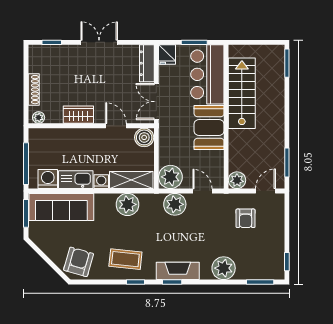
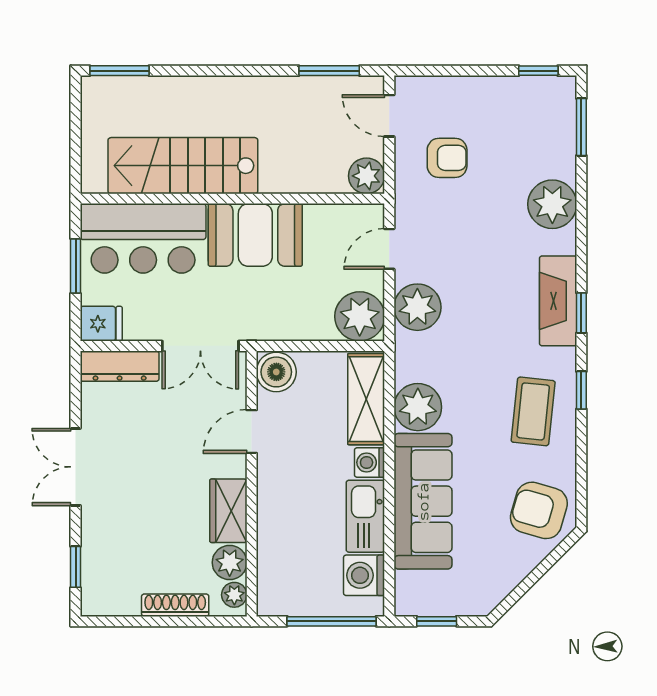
plant: (54, 115) -> (230, 562), added
sofa: (61, 207) -> (423, 501), moved
window: (26, 213) -> (437, 621), width x0.67

